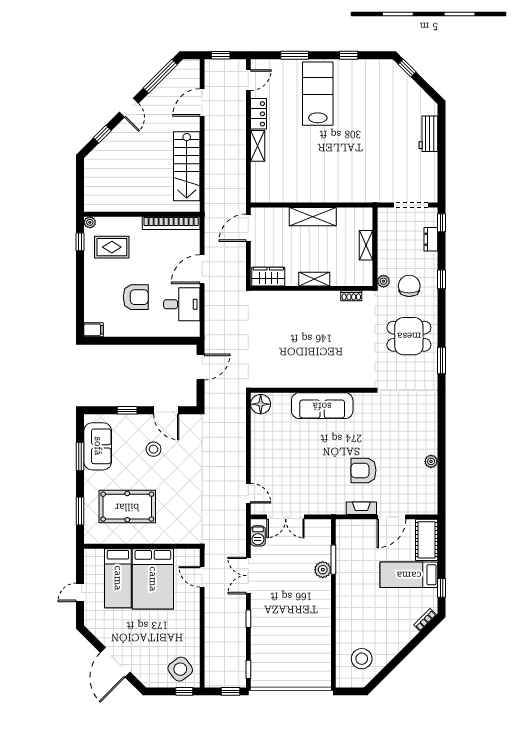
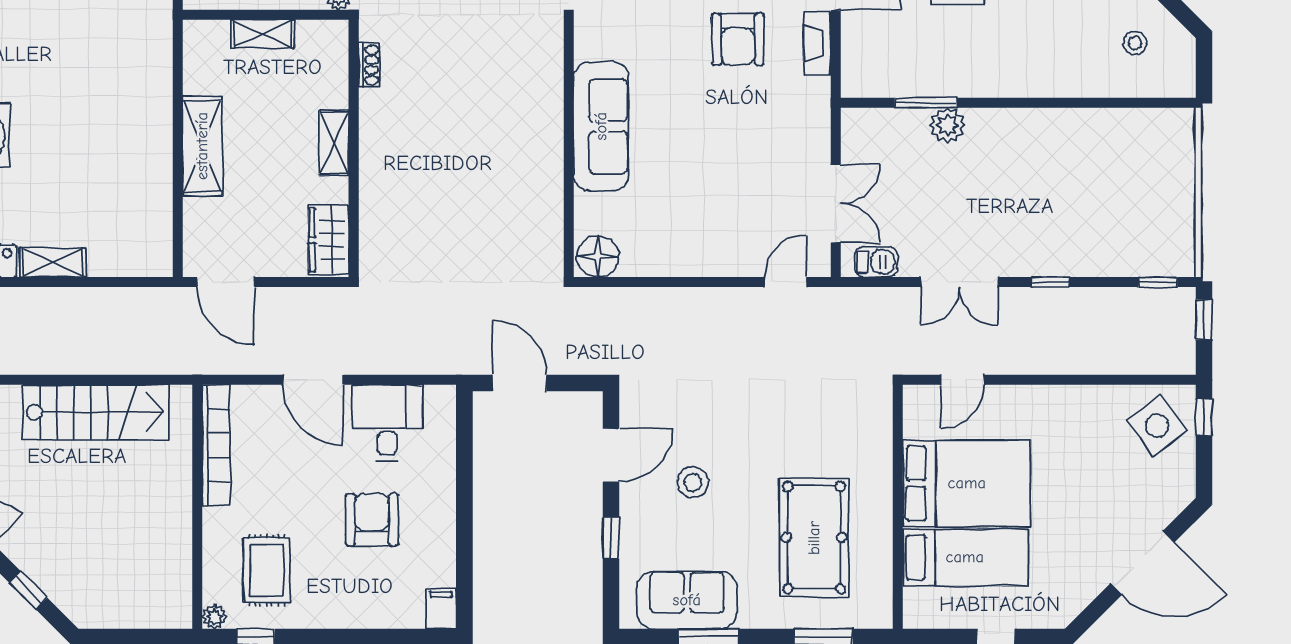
stool: (362, 659) -> (1135, 43), width x0.53, depth x0.53

